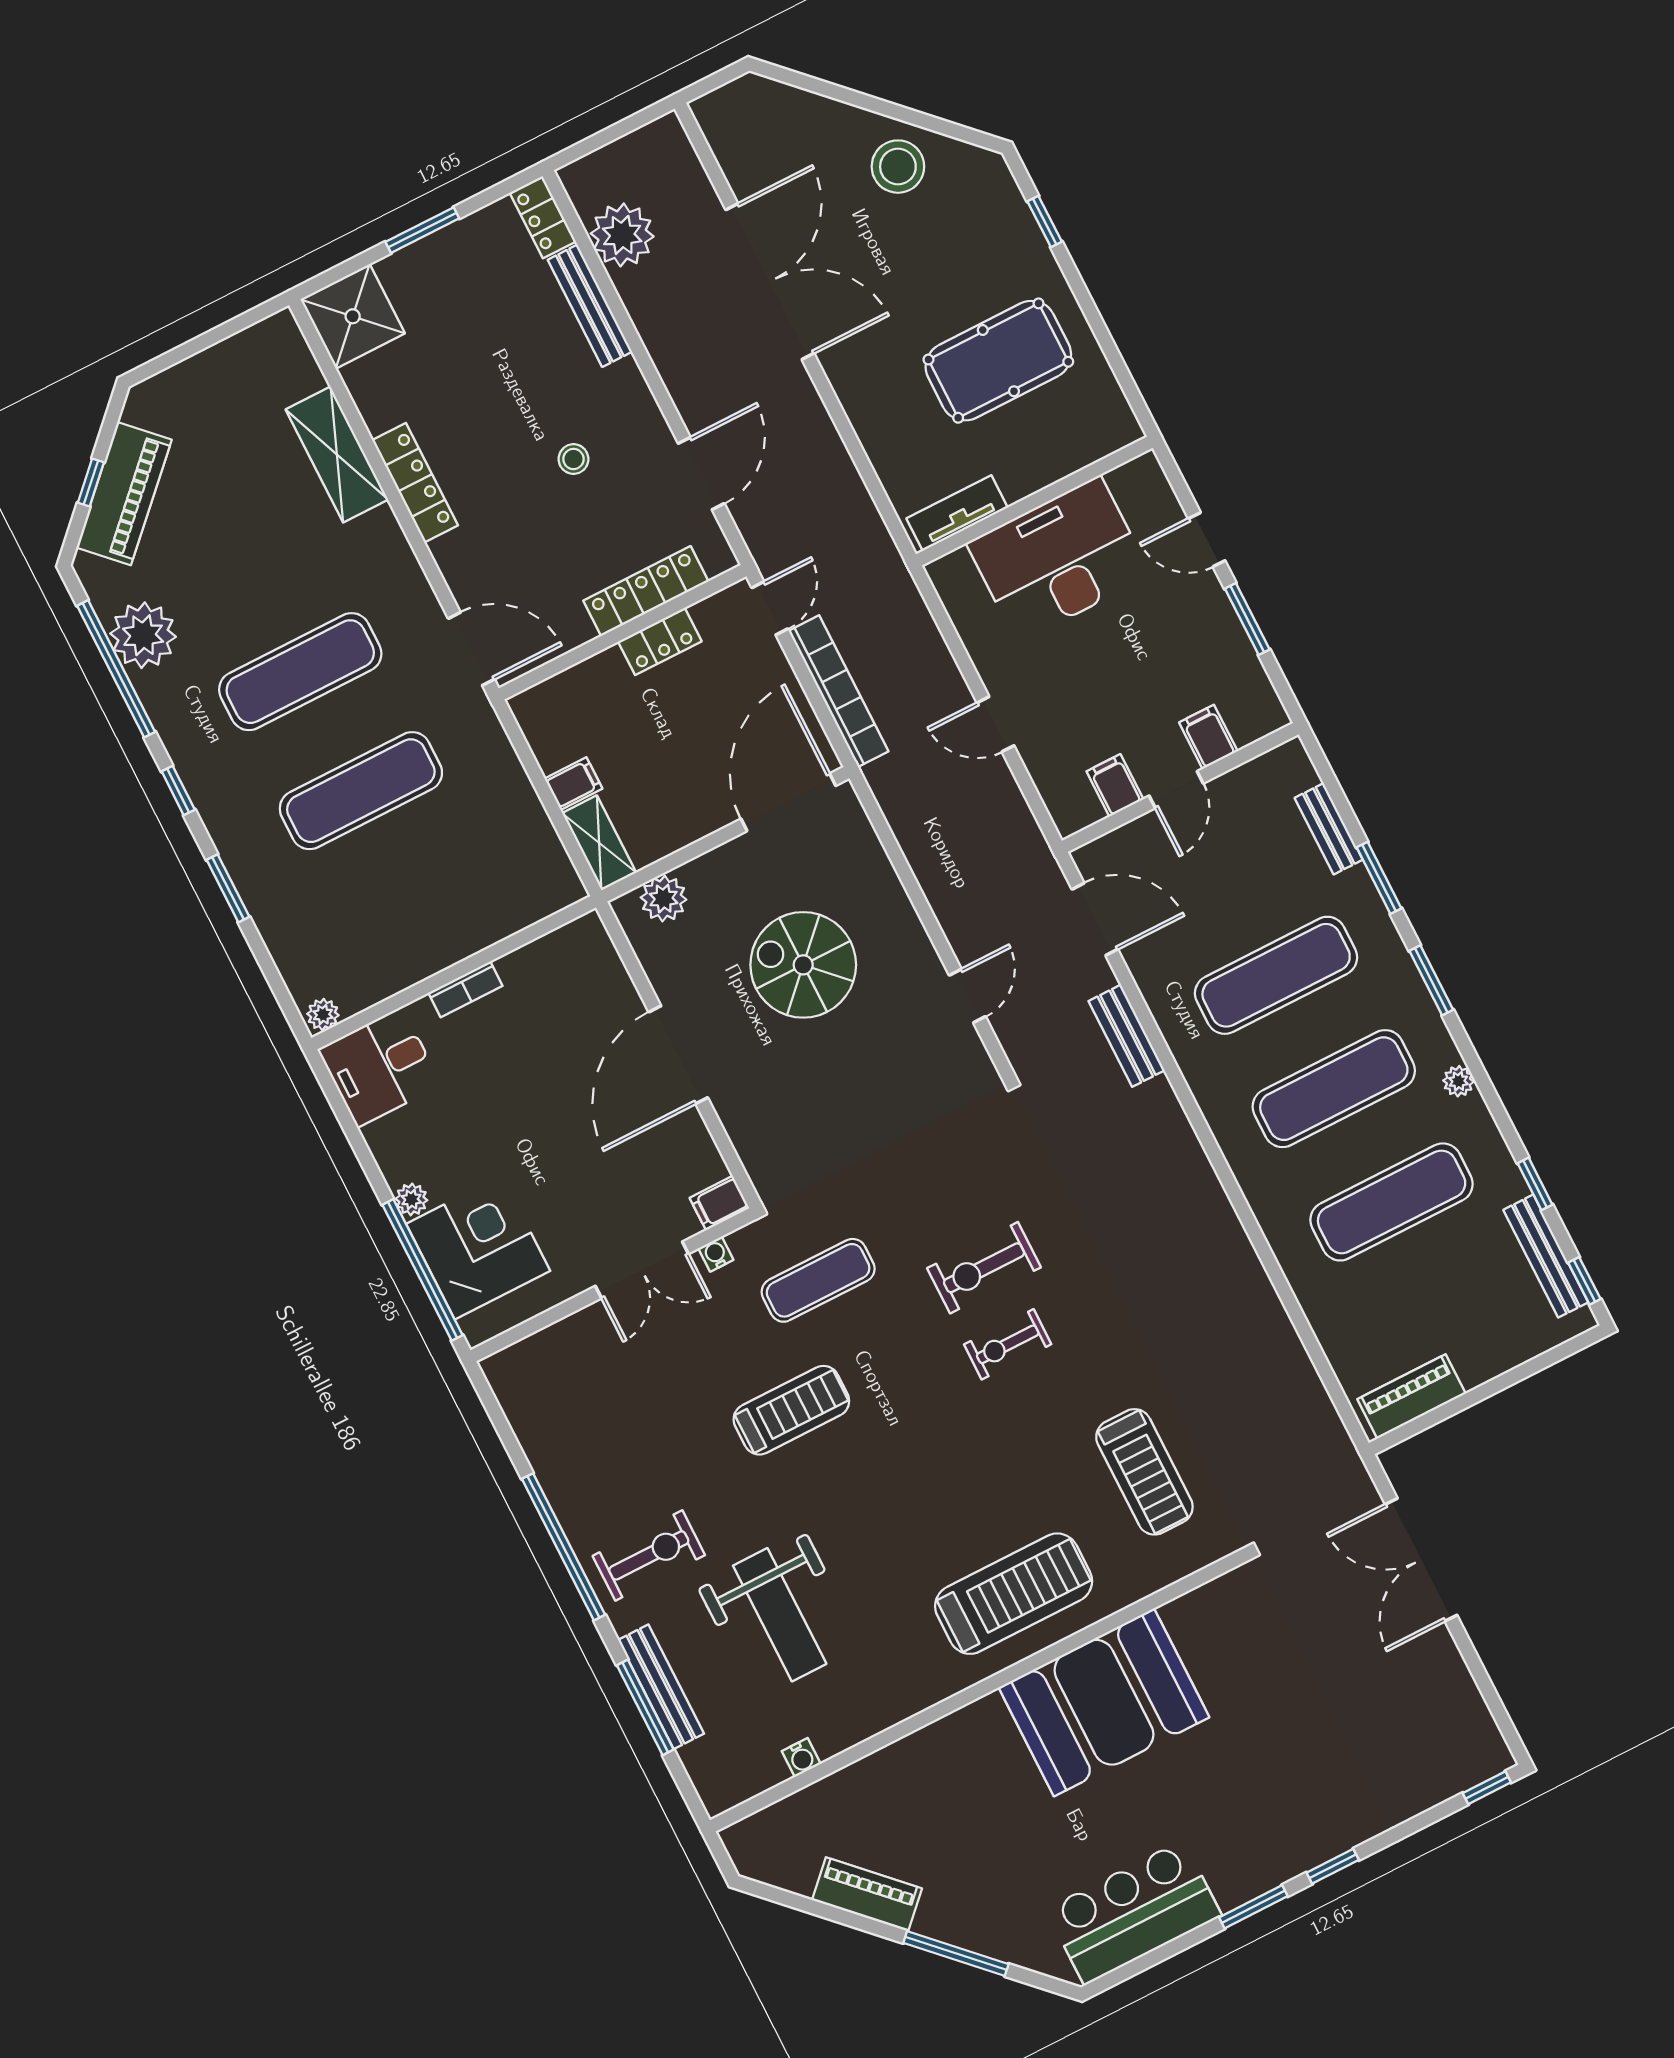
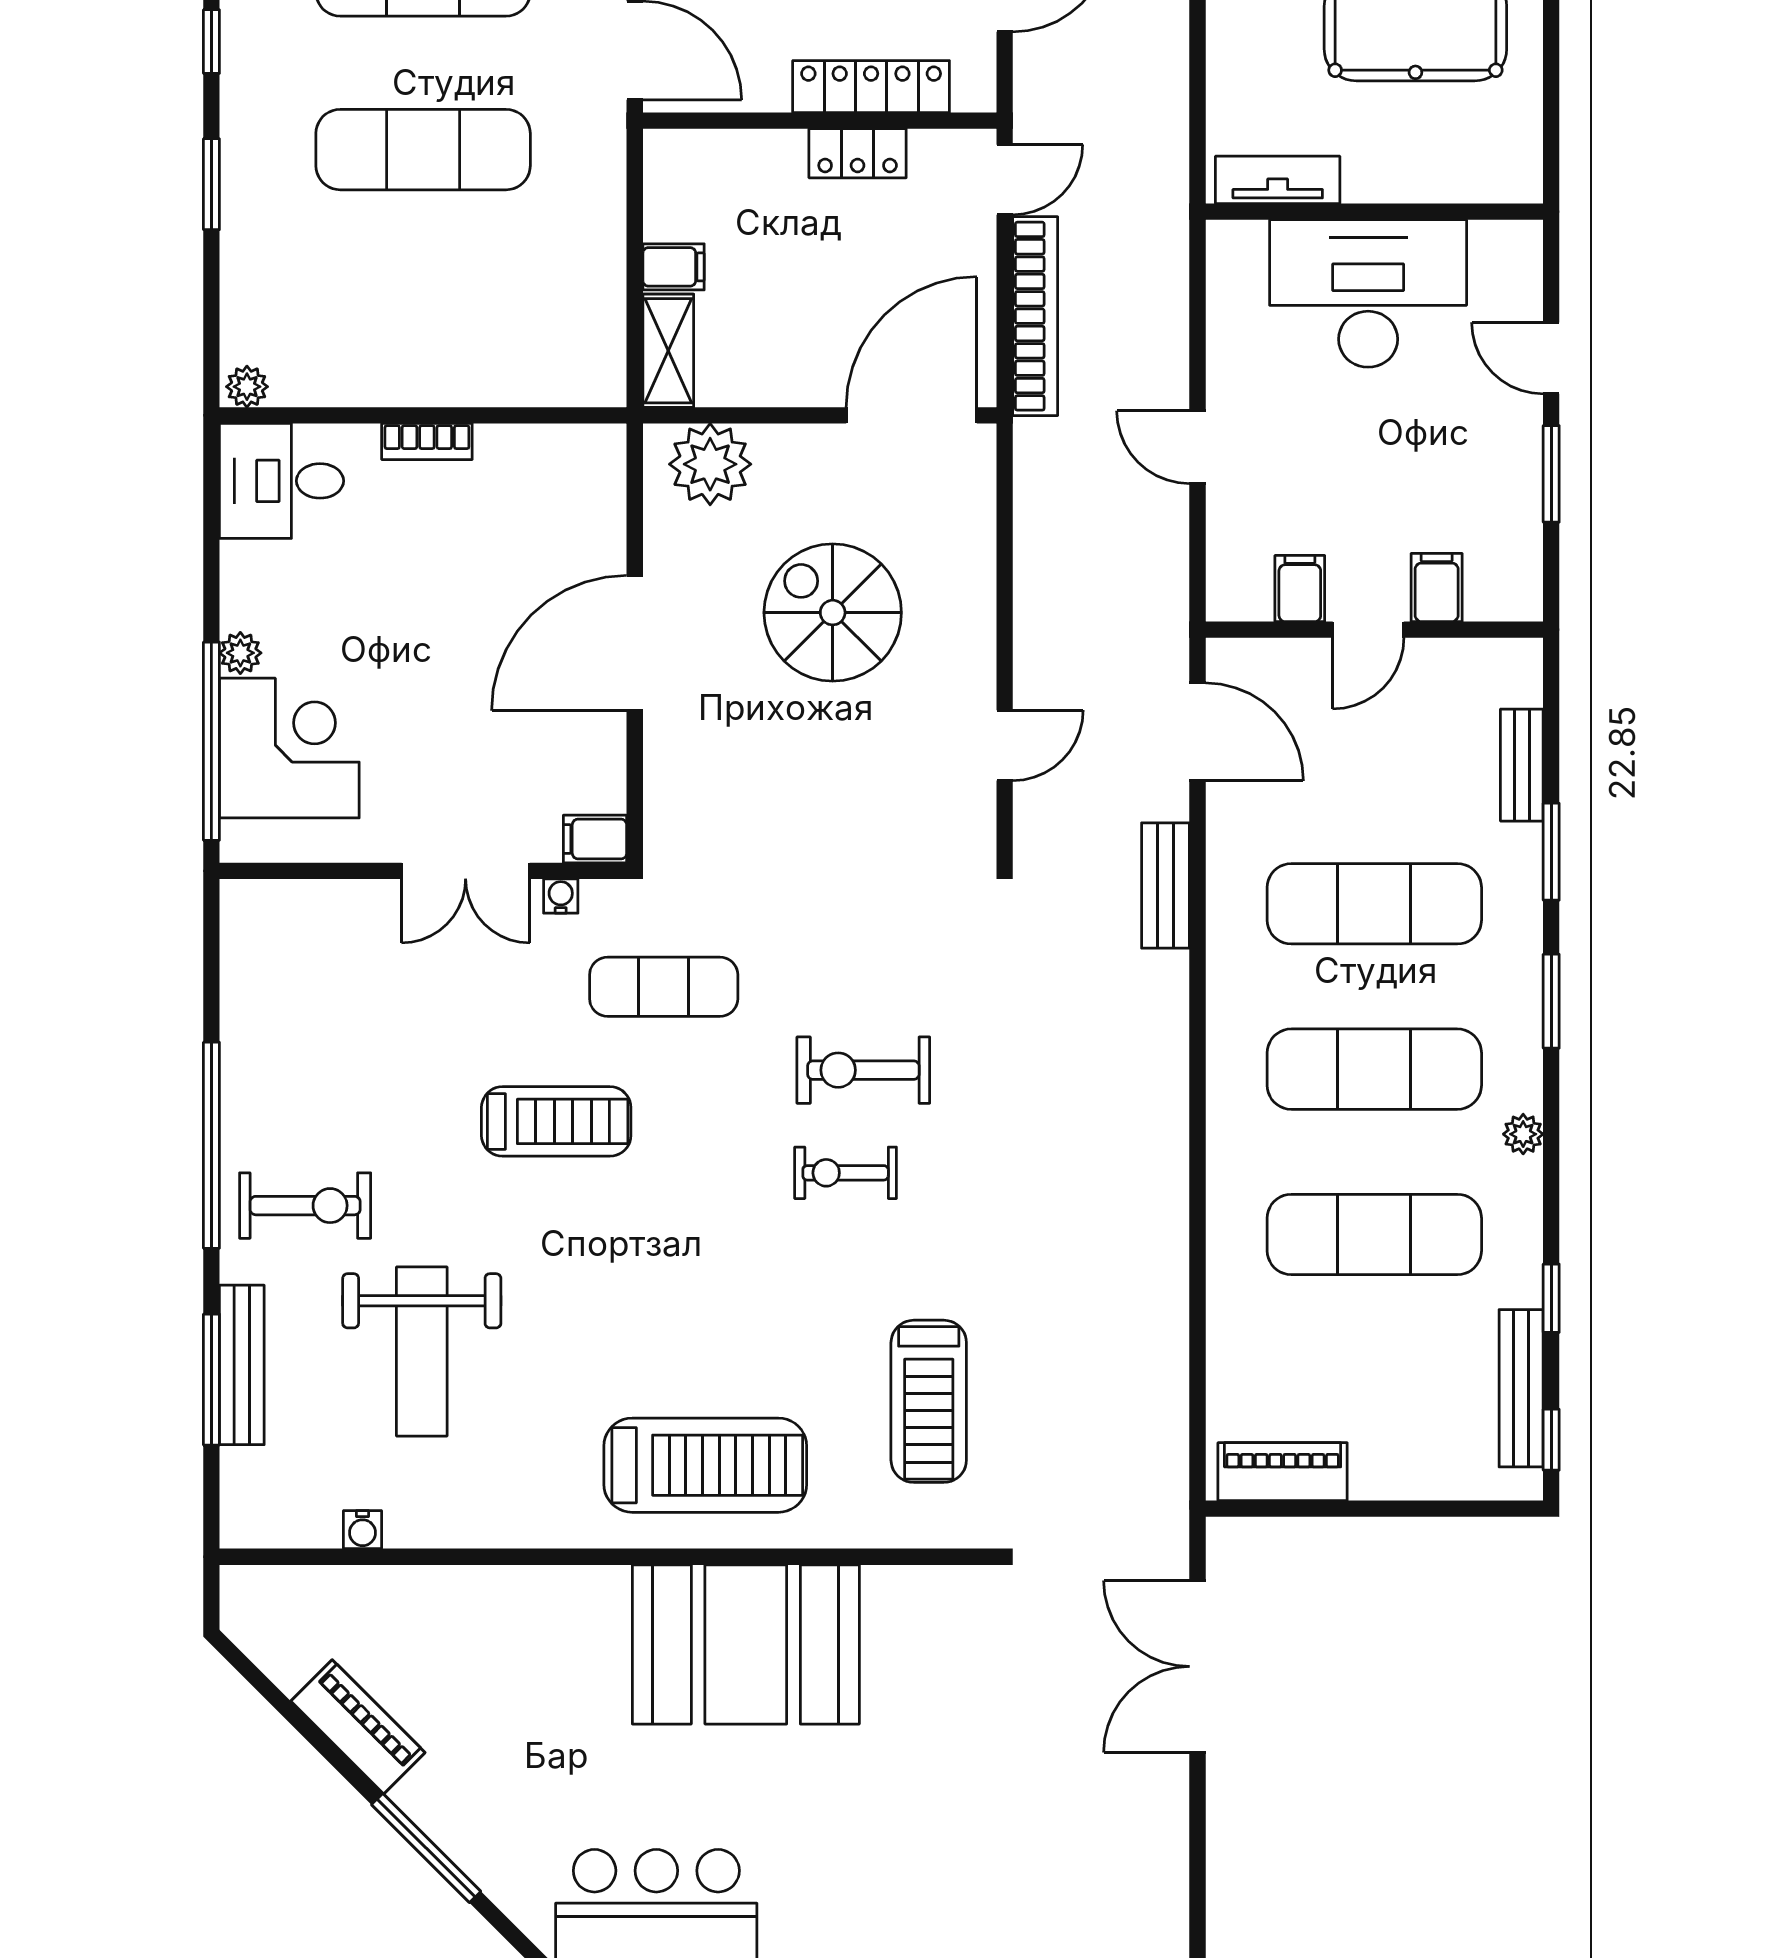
plant: (664, 899) -> (710, 464), width x1.36, depth x1.36

